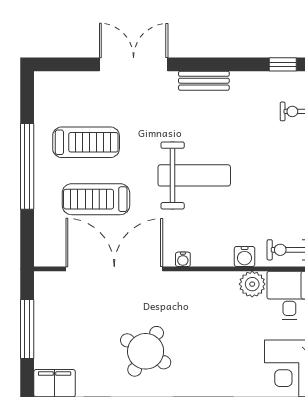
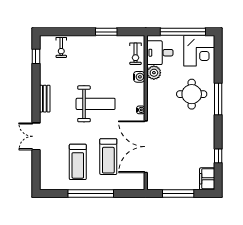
double door: (134, 64) -> (36, 136), width x0.73
treadmill: (86, 142) -> (78, 162), turned 180
weight bench: (194, 175) -> (96, 104), turned 90
round table: (146, 351) -> (192, 94), moved, turned -31

